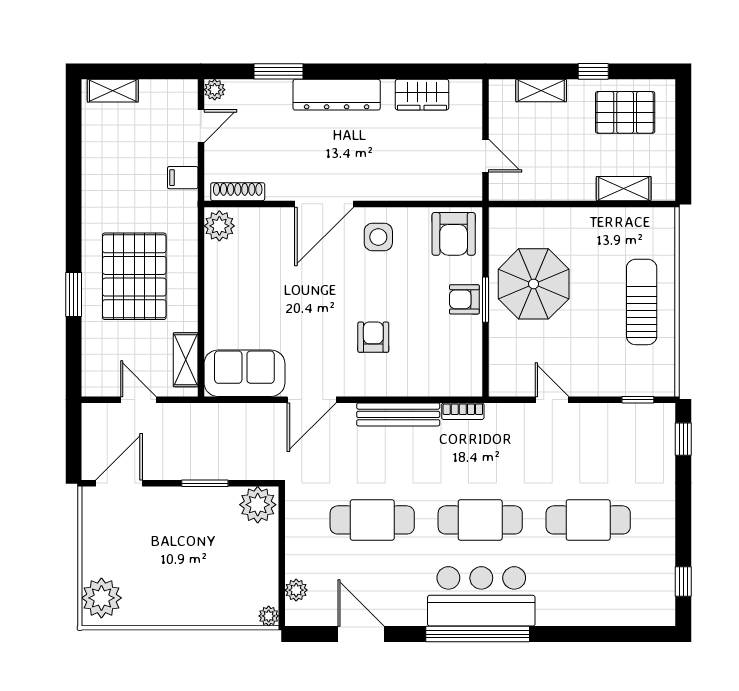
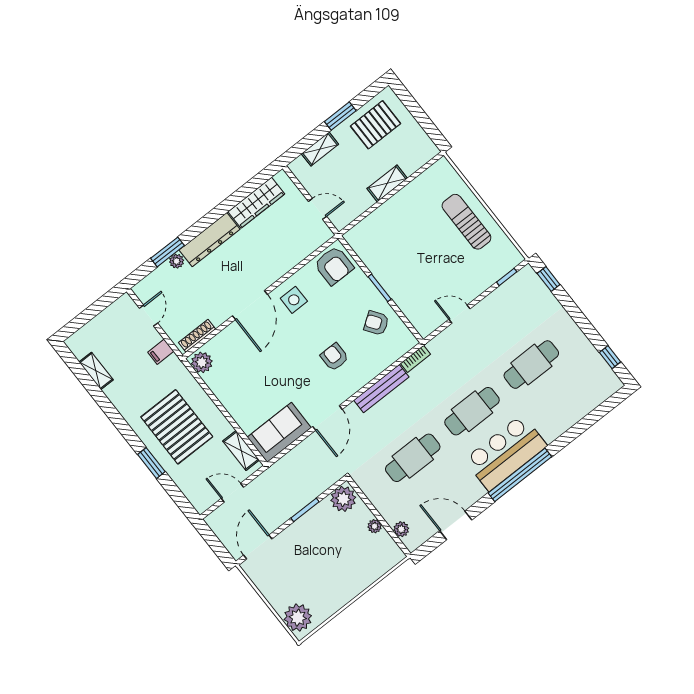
window: (593, 71) -> (340, 116), width x1.50
plant: (215, 90) -> (177, 261), moved
shelving: (113, 91) -> (96, 371), moved, turned 90
wardrobe: (422, 95) -> (256, 203), width x1.50
shelving: (624, 189) -> (387, 183), moved
parasol: (534, 284) -> (399, 259), removed
armchair: (464, 299) -> (376, 323), moved, turned 55
plant: (269, 616) -> (375, 526), moved

